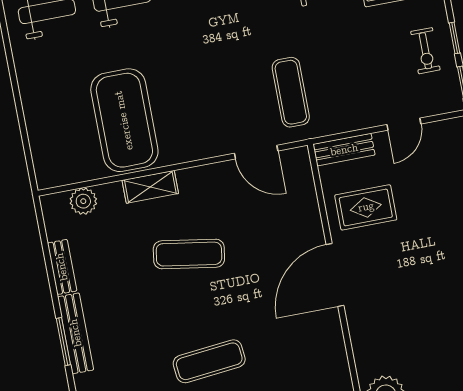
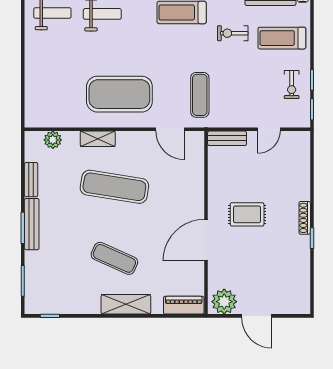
exercise mat: (124, 120) -> (119, 94), moved, turned 90
rug: (366, 207) -> (247, 214), moved
exercise mat: (189, 254) -> (114, 187), width x1.36, depth x1.45
door: (335, 275) -> (206, 240), moved
exercise mat: (209, 361) -> (114, 258), turned 30

